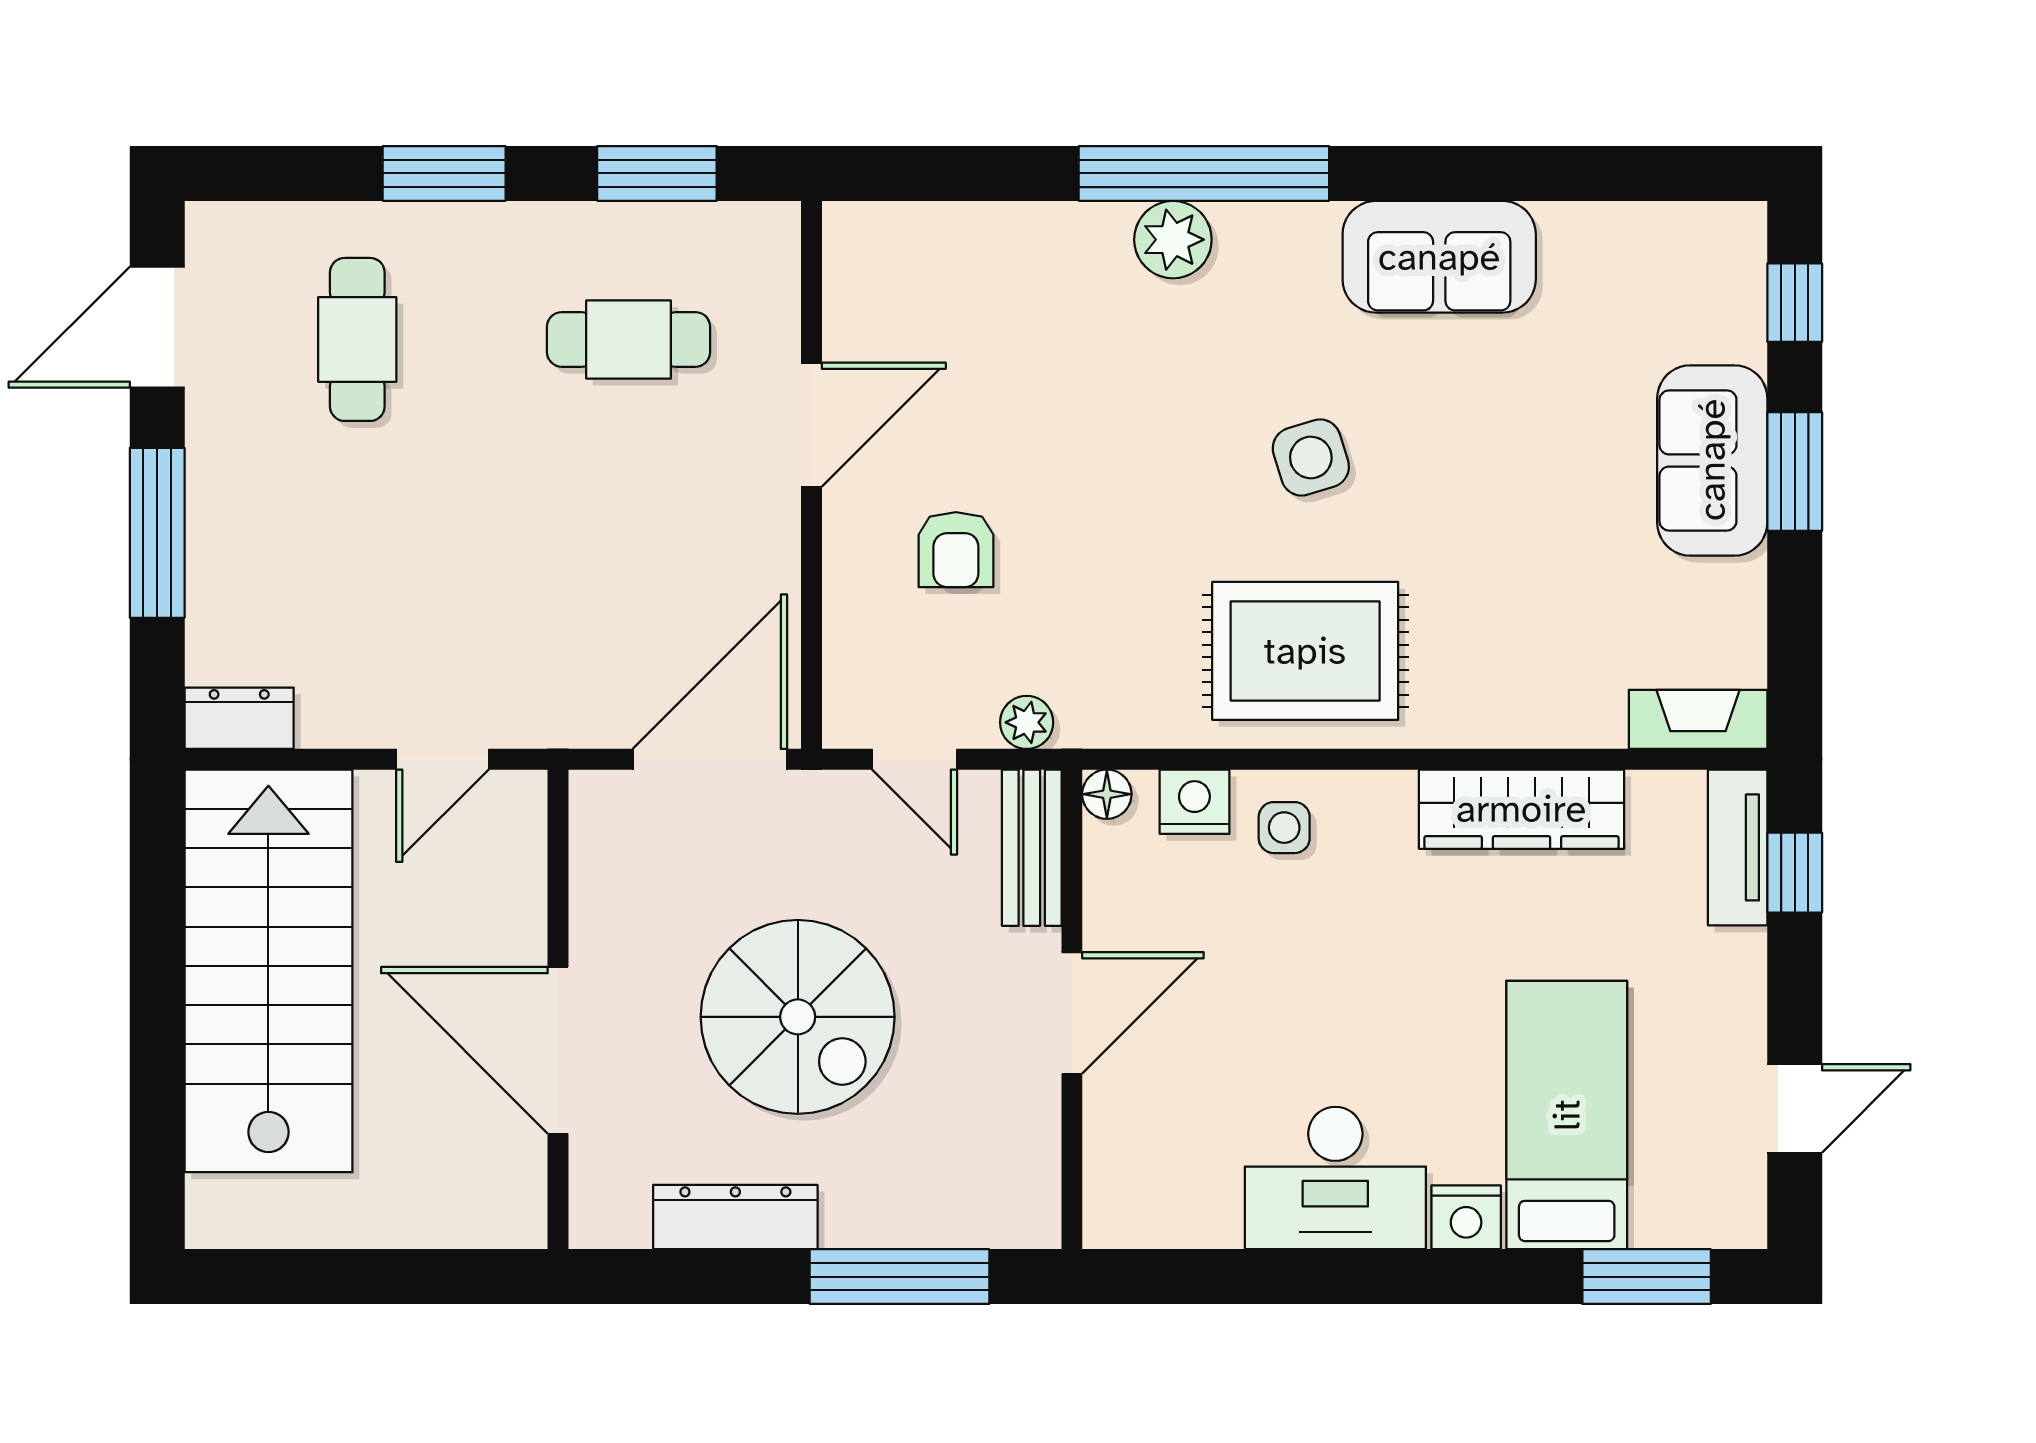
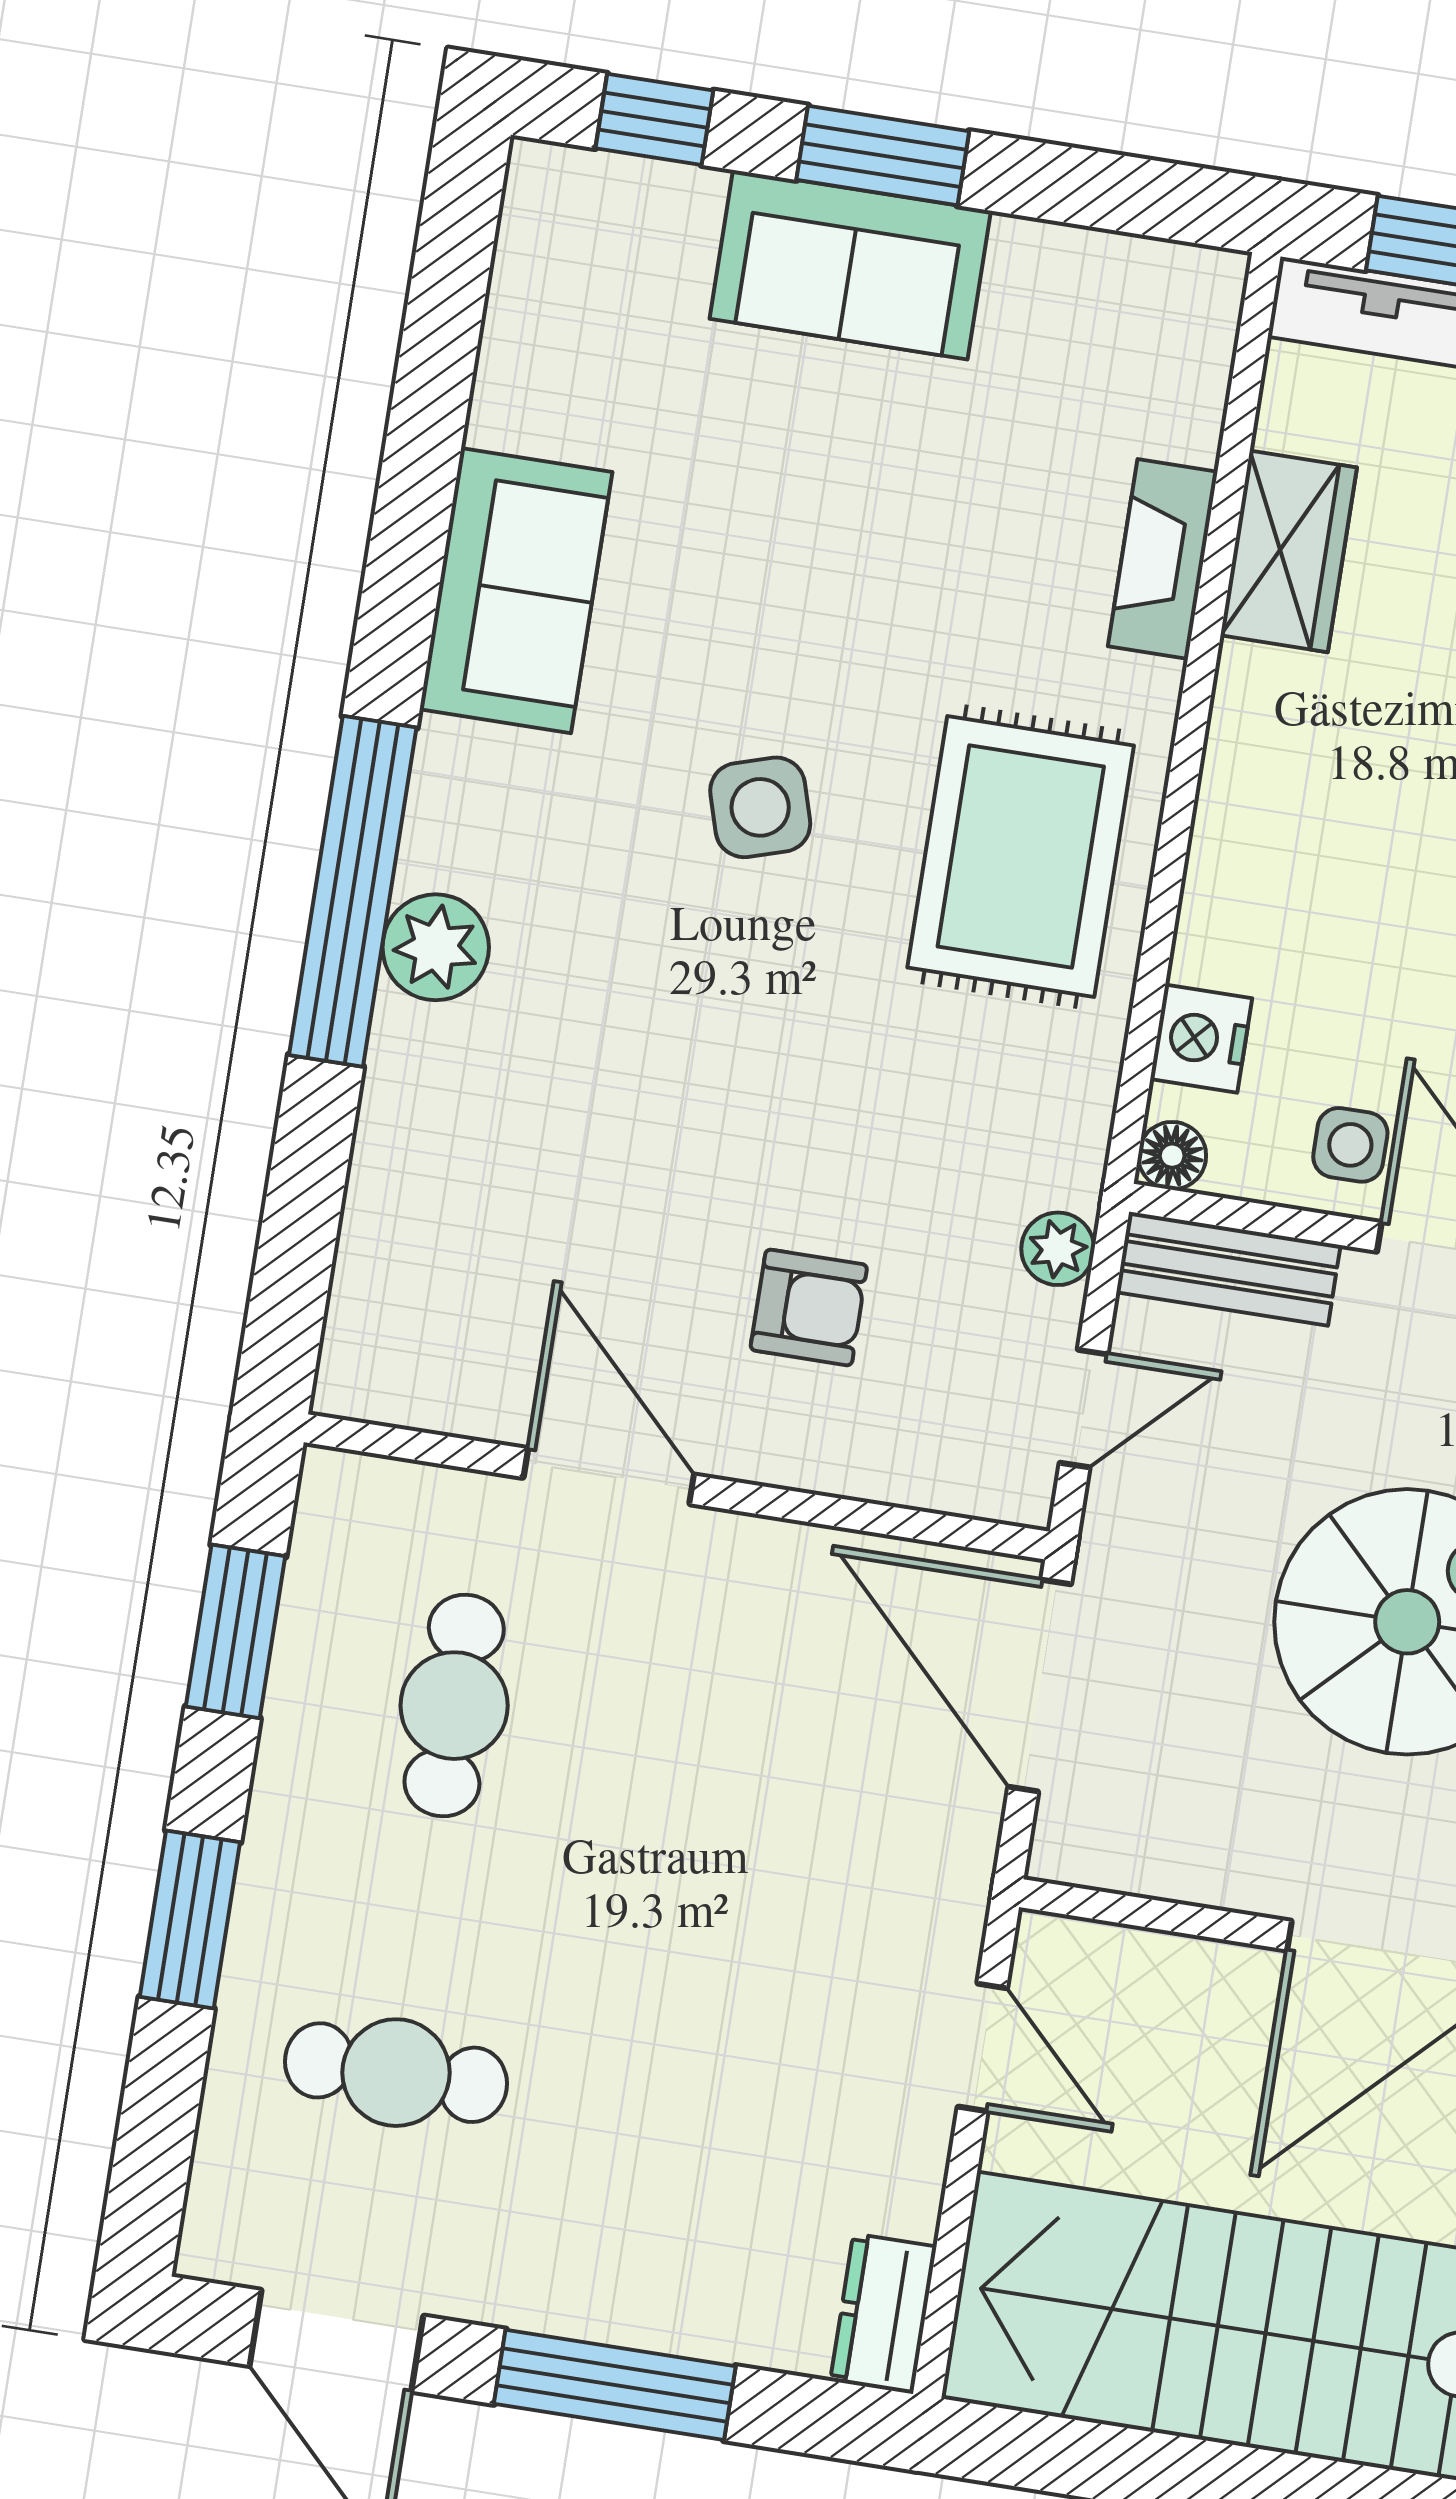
fireplace: (1698, 719) -> (1163, 559), moved
wardrobe: (1521, 809) -> (1289, 551), width x0.67
side table: (1284, 828) -> (1350, 1145), moved

